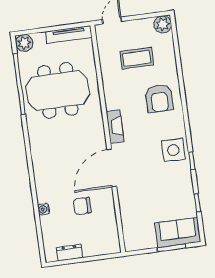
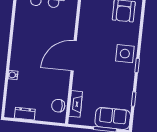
fireplace: (115, 127) -> (76, 104), moved
chair: (82, 206) -> (58, 106), moved

